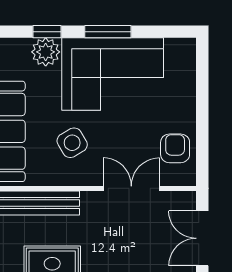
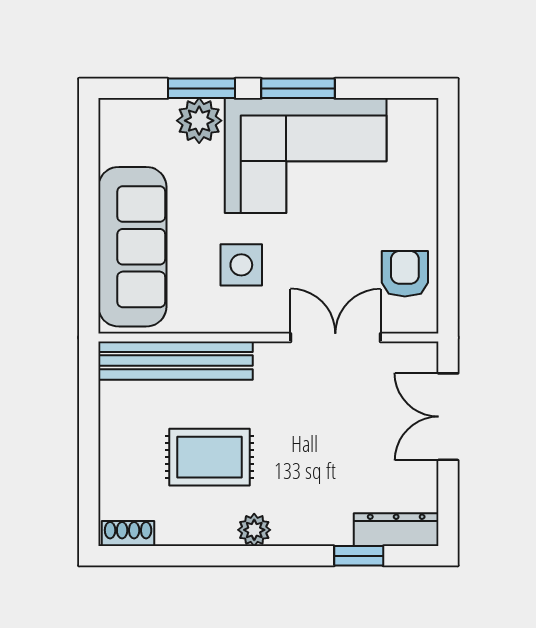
window: (47, 32) -> (201, 88), width x1.50
side table: (72, 143) -> (241, 265), turned 31

